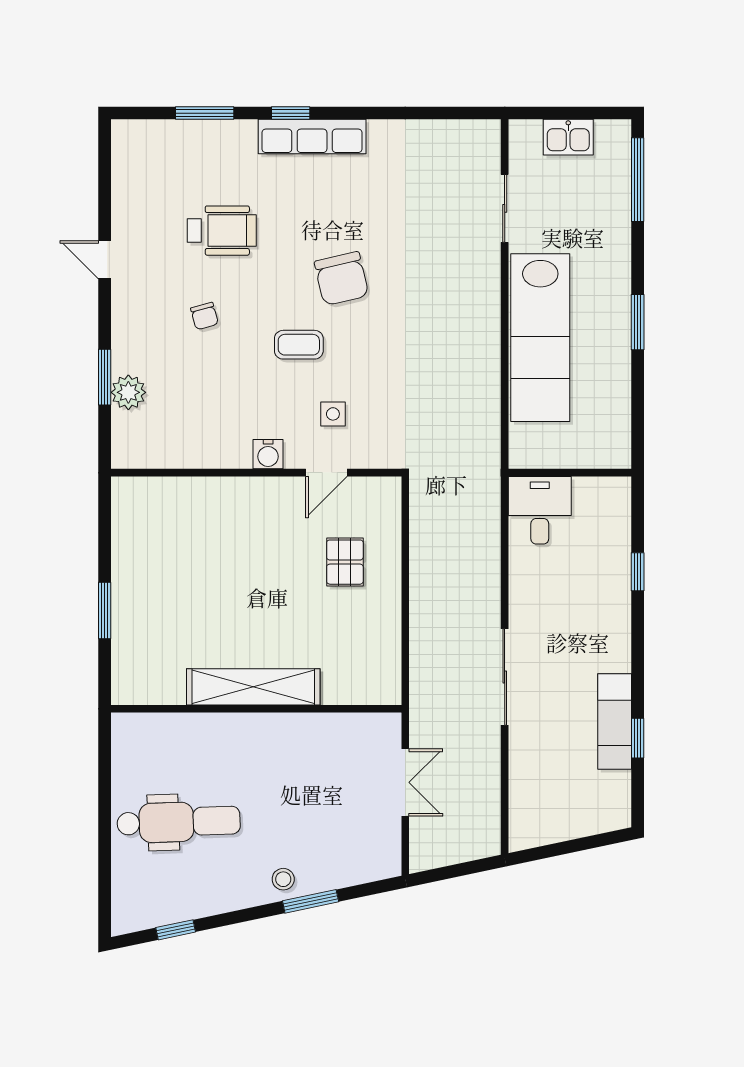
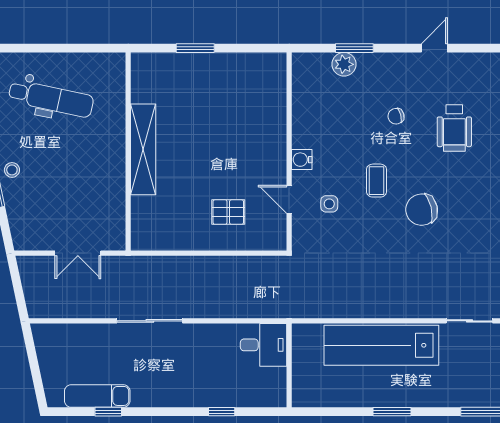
exam couch: (615, 721) -> (97, 396), moved
dental chair: (179, 822) -> (51, 99), turned -76

